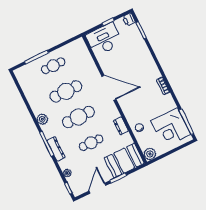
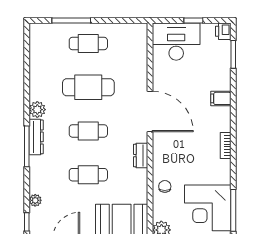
filing cabinet: (147, 60) -> (221, 98), added
cafe table: (78, 117) -> (88, 131), width x0.73, depth x0.74
dresser: (121, 126) -> (141, 156), moved
dresser: (56, 149) -> (36, 137), moved

